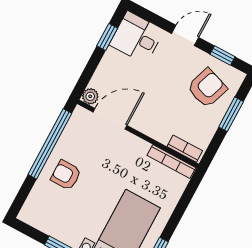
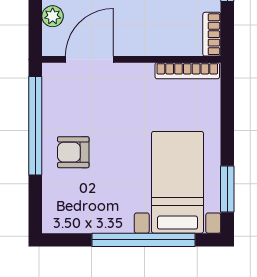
plant: (90, 96) -> (53, 16), moved
bookcase: (185, 149) -> (212, 34), moved, turned -90

